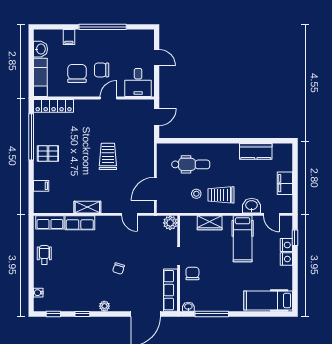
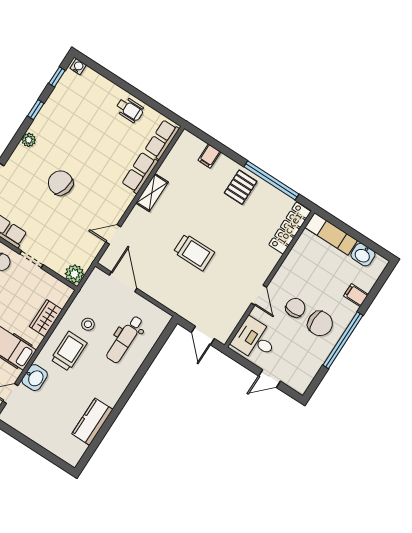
chair: (77, 73) -> (320, 323), moved
filing cabinet: (285, 183) -> (36, 431), removed
chair: (119, 269) -> (61, 183), width x1.87, depth x1.87
water cooler: (38, 293) -> (78, 67), moved

